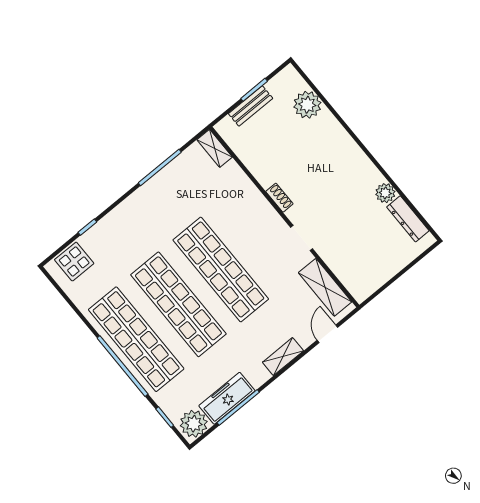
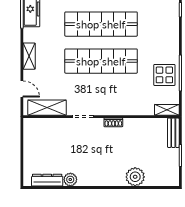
plant: (307, 105) -> (135, 177), moved
bench: (251, 106) -> (173, 133), moved
display table: (177, 184) -> (164, 75), added

